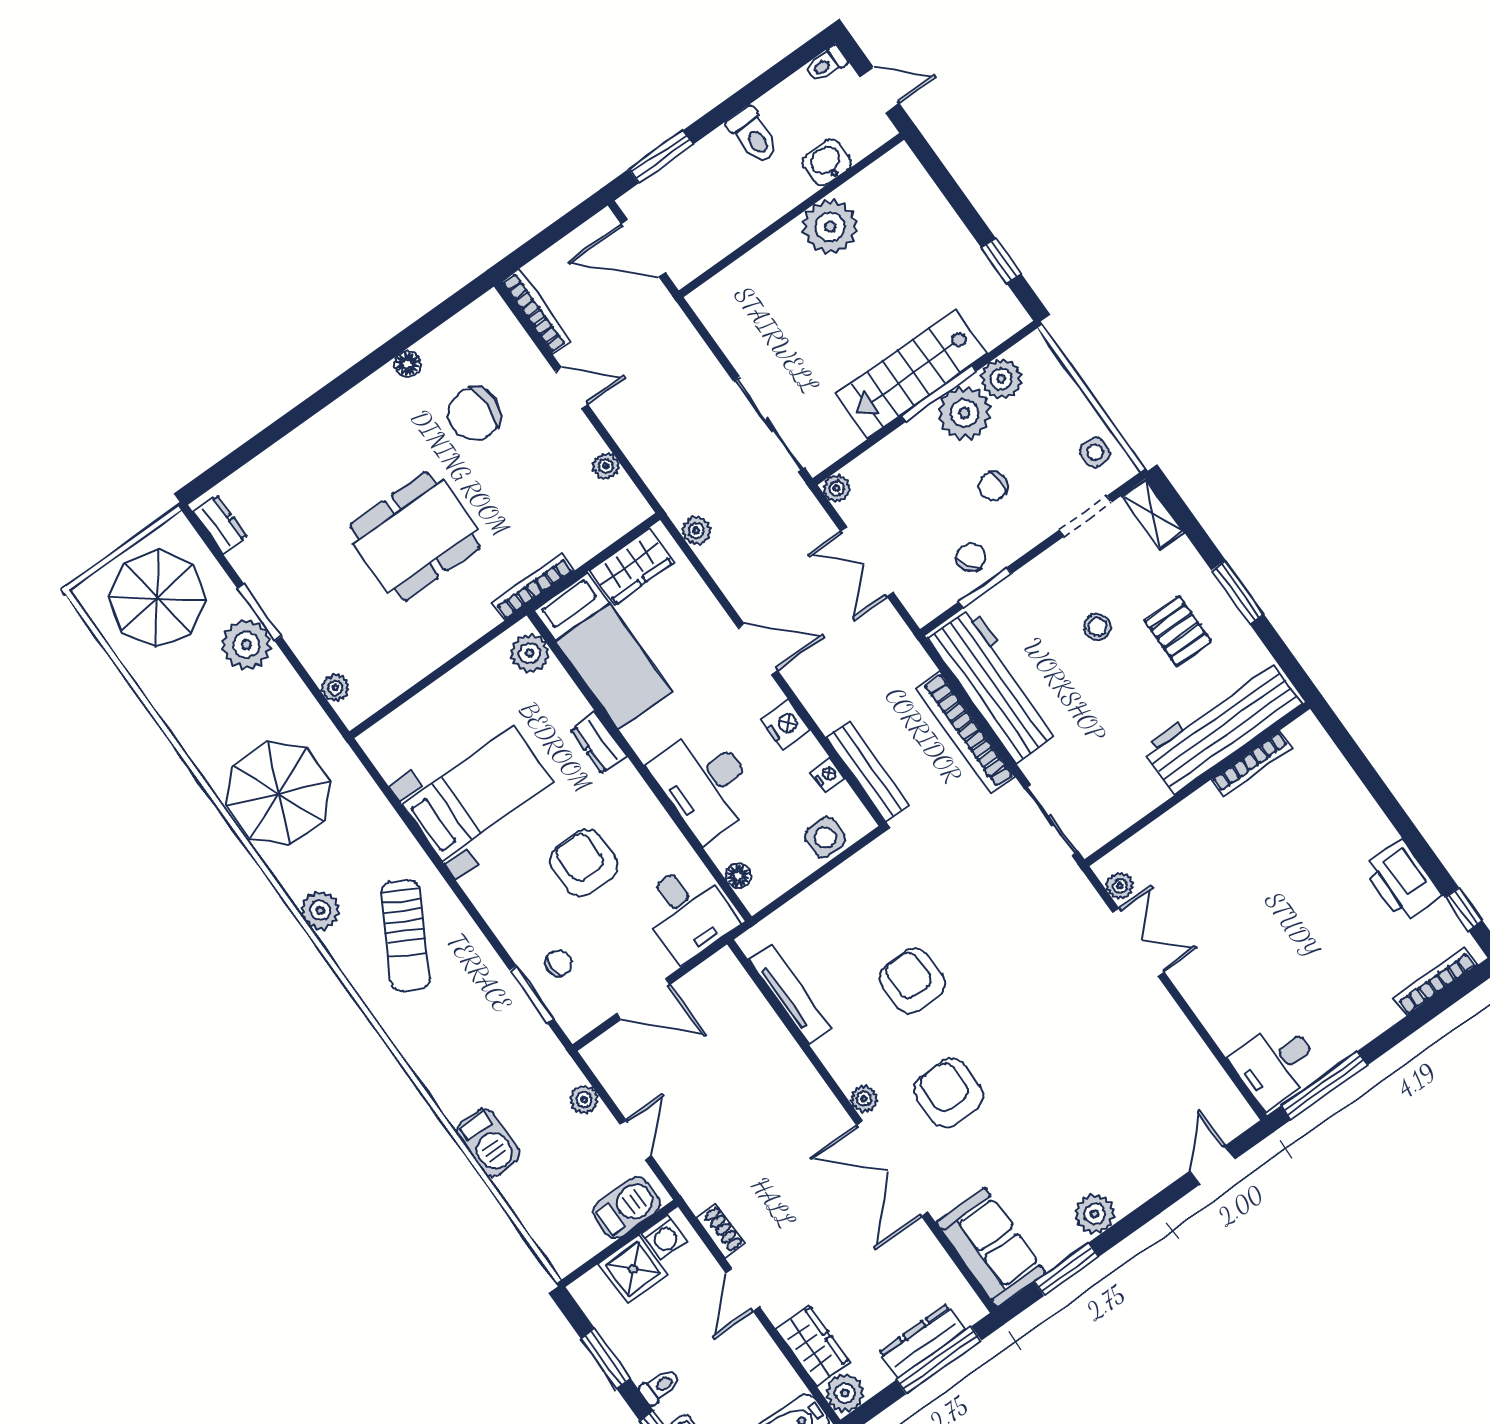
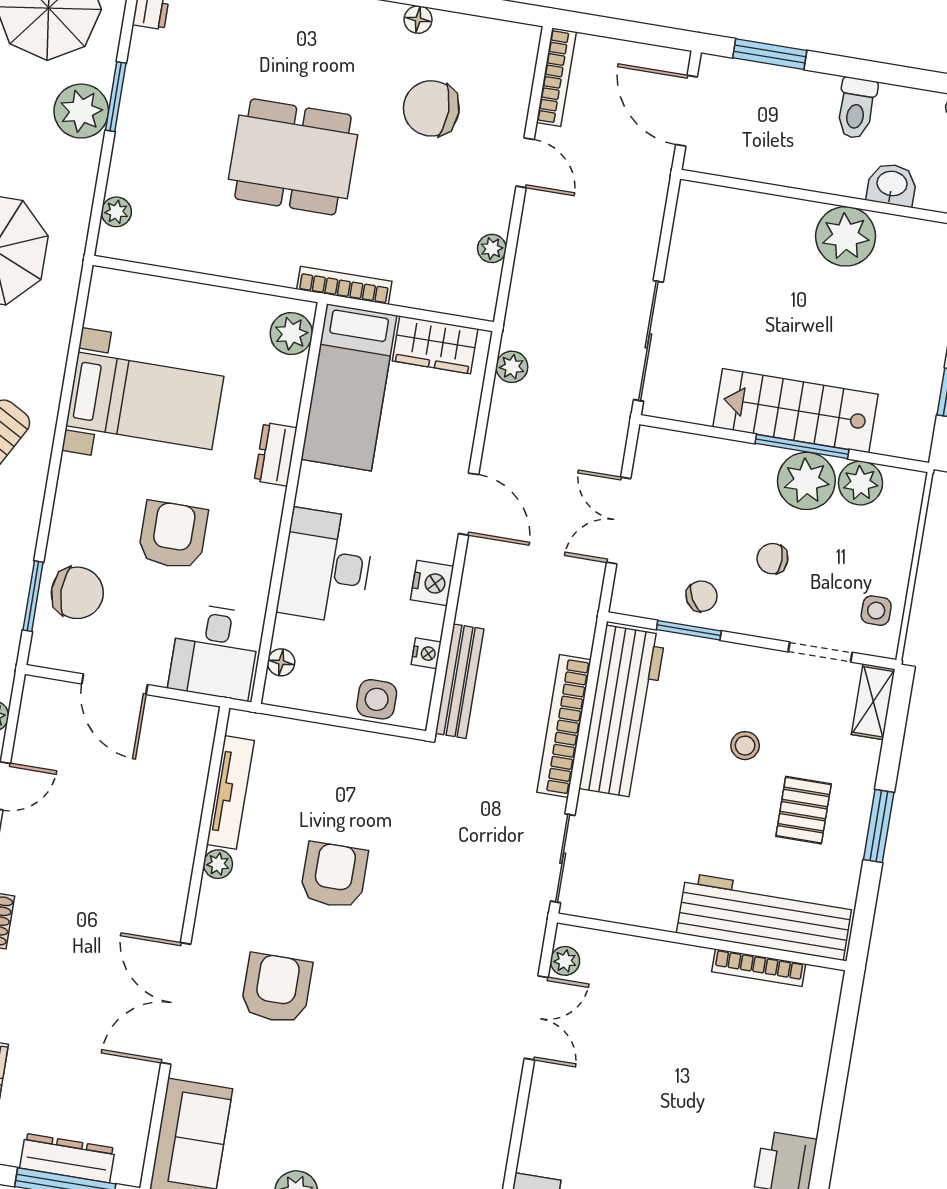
plant: (837, 488) -> (651, 441), removed
chair: (559, 963) -> (77, 593), width x1.87, depth x1.87
plant: (864, 1099) -> (218, 864), moved

